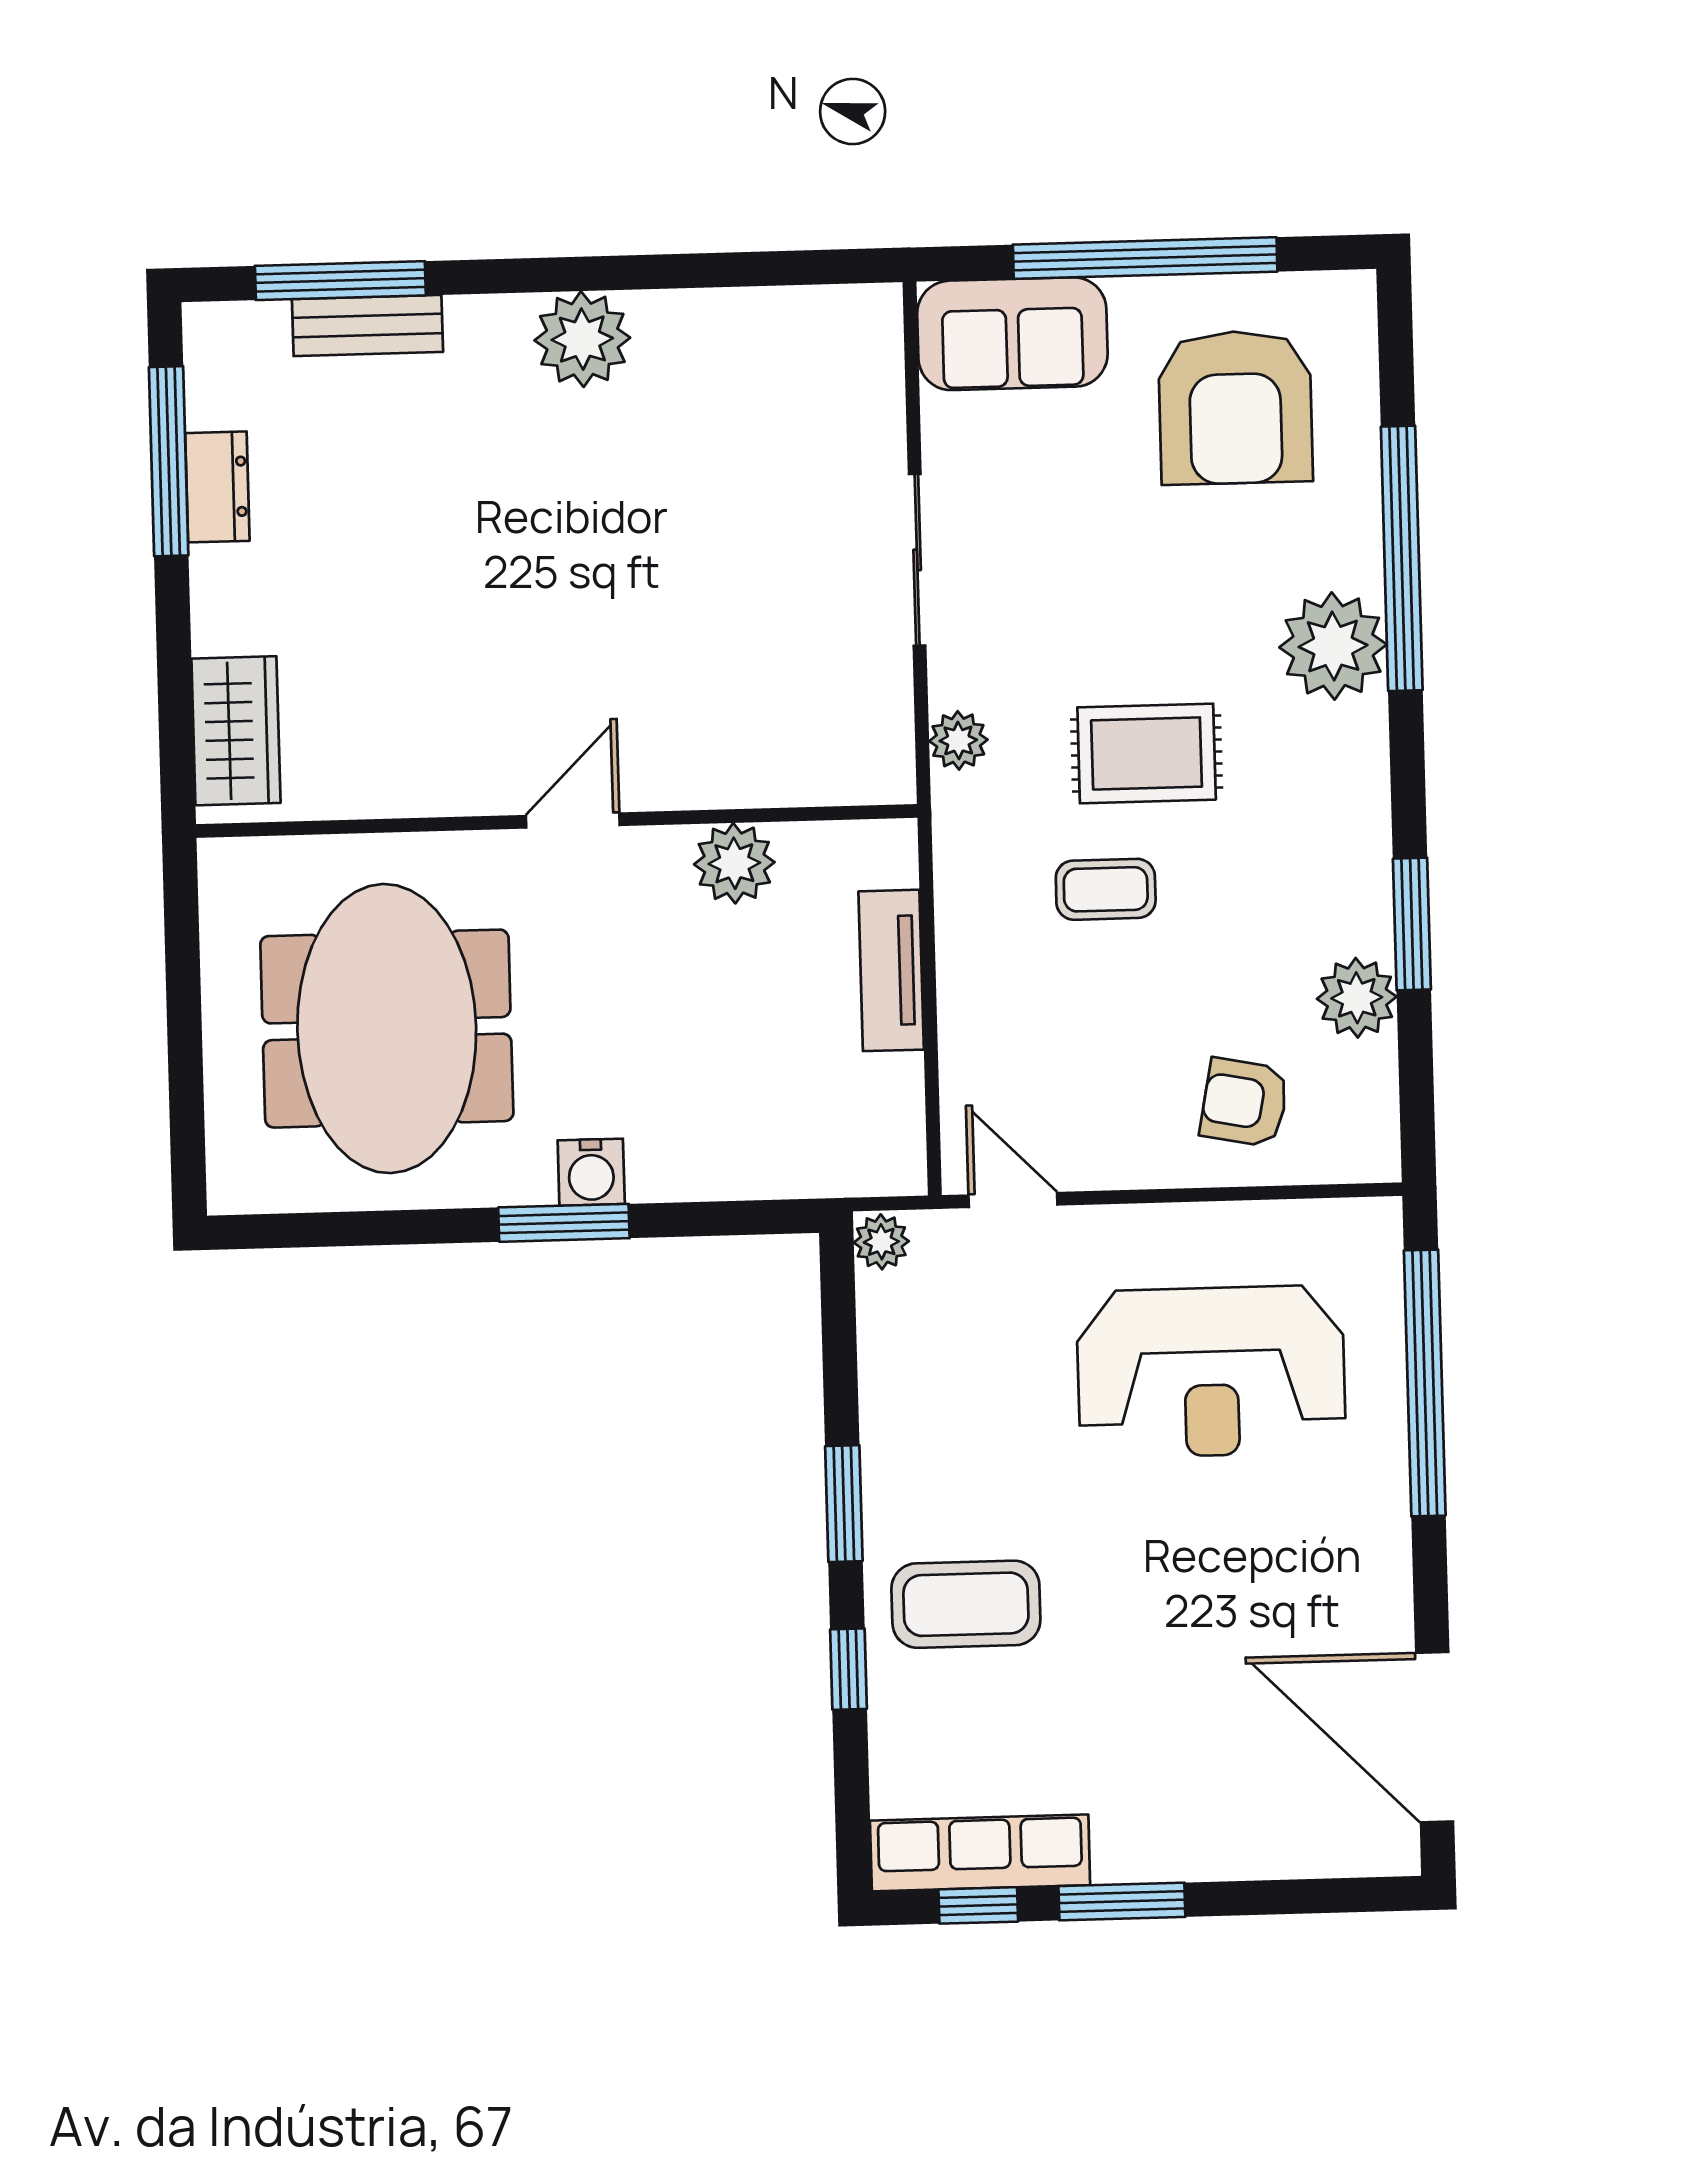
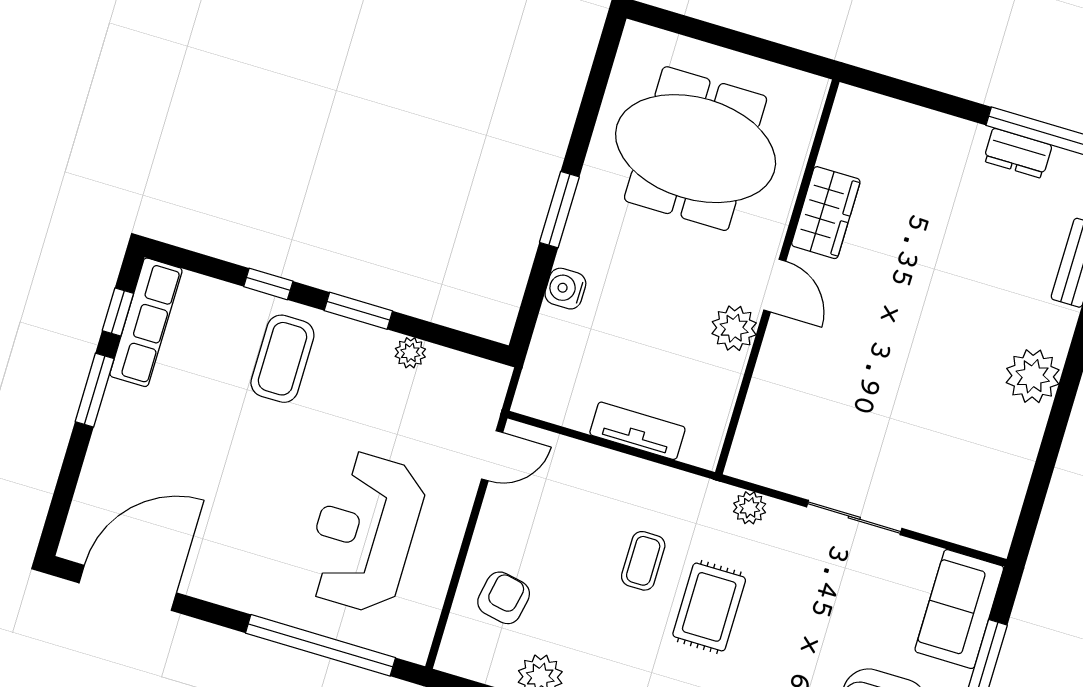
wardrobe: (236, 731) -> (826, 213), moved, turned -90
plant: (734, 863) -> (734, 328), moved
water cooler: (591, 1172) -> (565, 289), moved
plant: (881, 1242) -> (410, 353), moved

